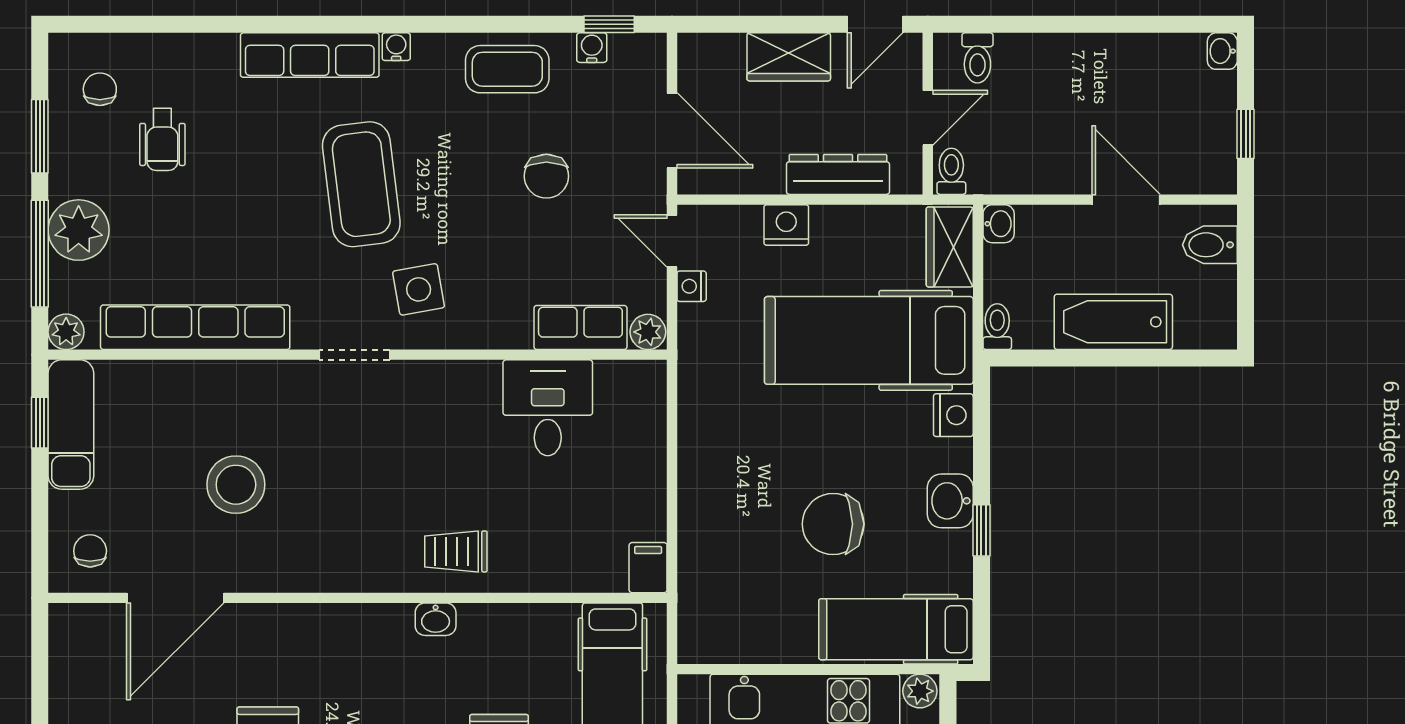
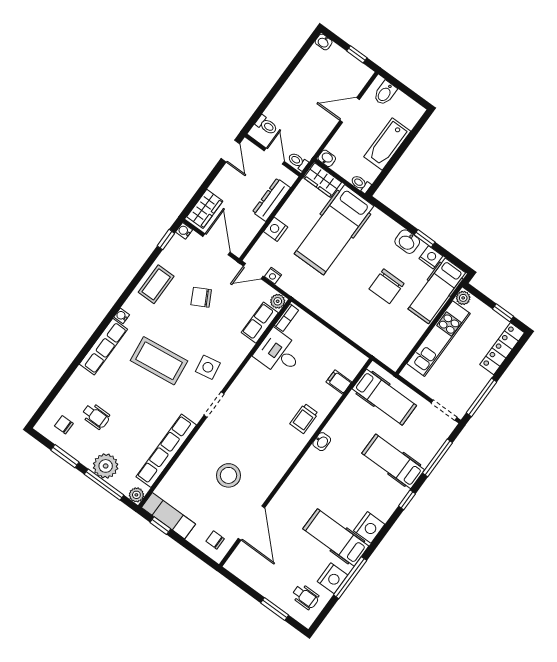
water cooler: (592, 48) -> (184, 231), moved
wardrobe: (789, 57) -> (205, 209), moved
door: (672, 130) -> (216, 244), hinge flipped
chair: (546, 176) -> (201, 297), turned 152
bookcase: (628, 373) -> (286, 318), added
nightstand: (953, 415) -> (431, 257), moved
filing cabinet: (648, 568) -> (339, 382), moved

